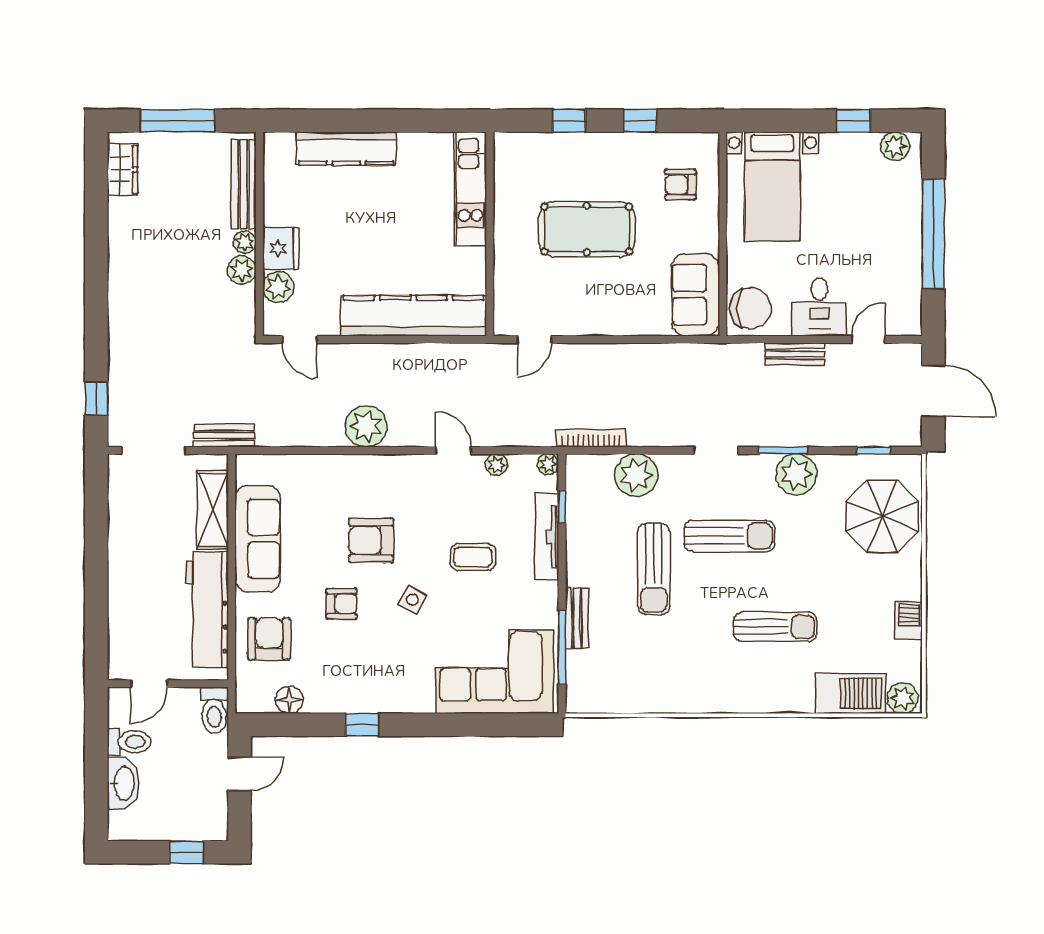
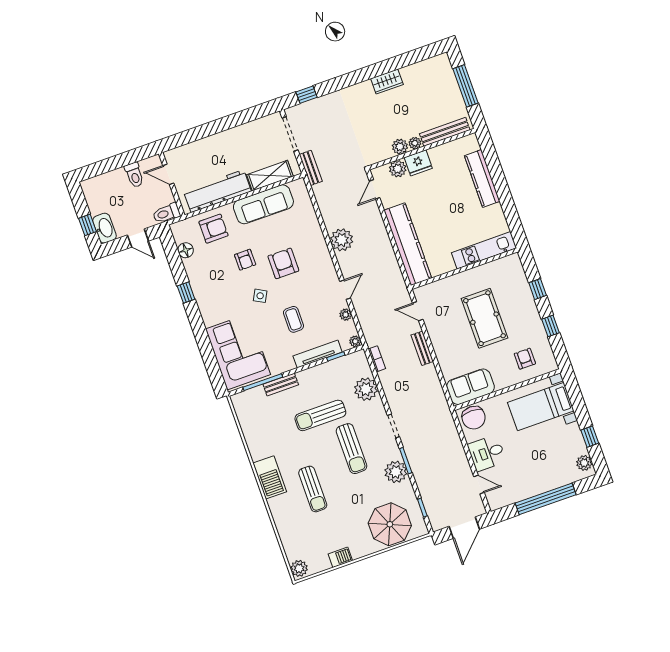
wardrobe: (122, 170) -> (387, 82), moved
bench: (795, 354) -> (422, 348), moved
bookcase: (591, 438) -> (377, 359), width x0.64
barbecue: (850, 693) -> (270, 477), moved
washbasin: (123, 783) -> (104, 228), moved, turned -90

